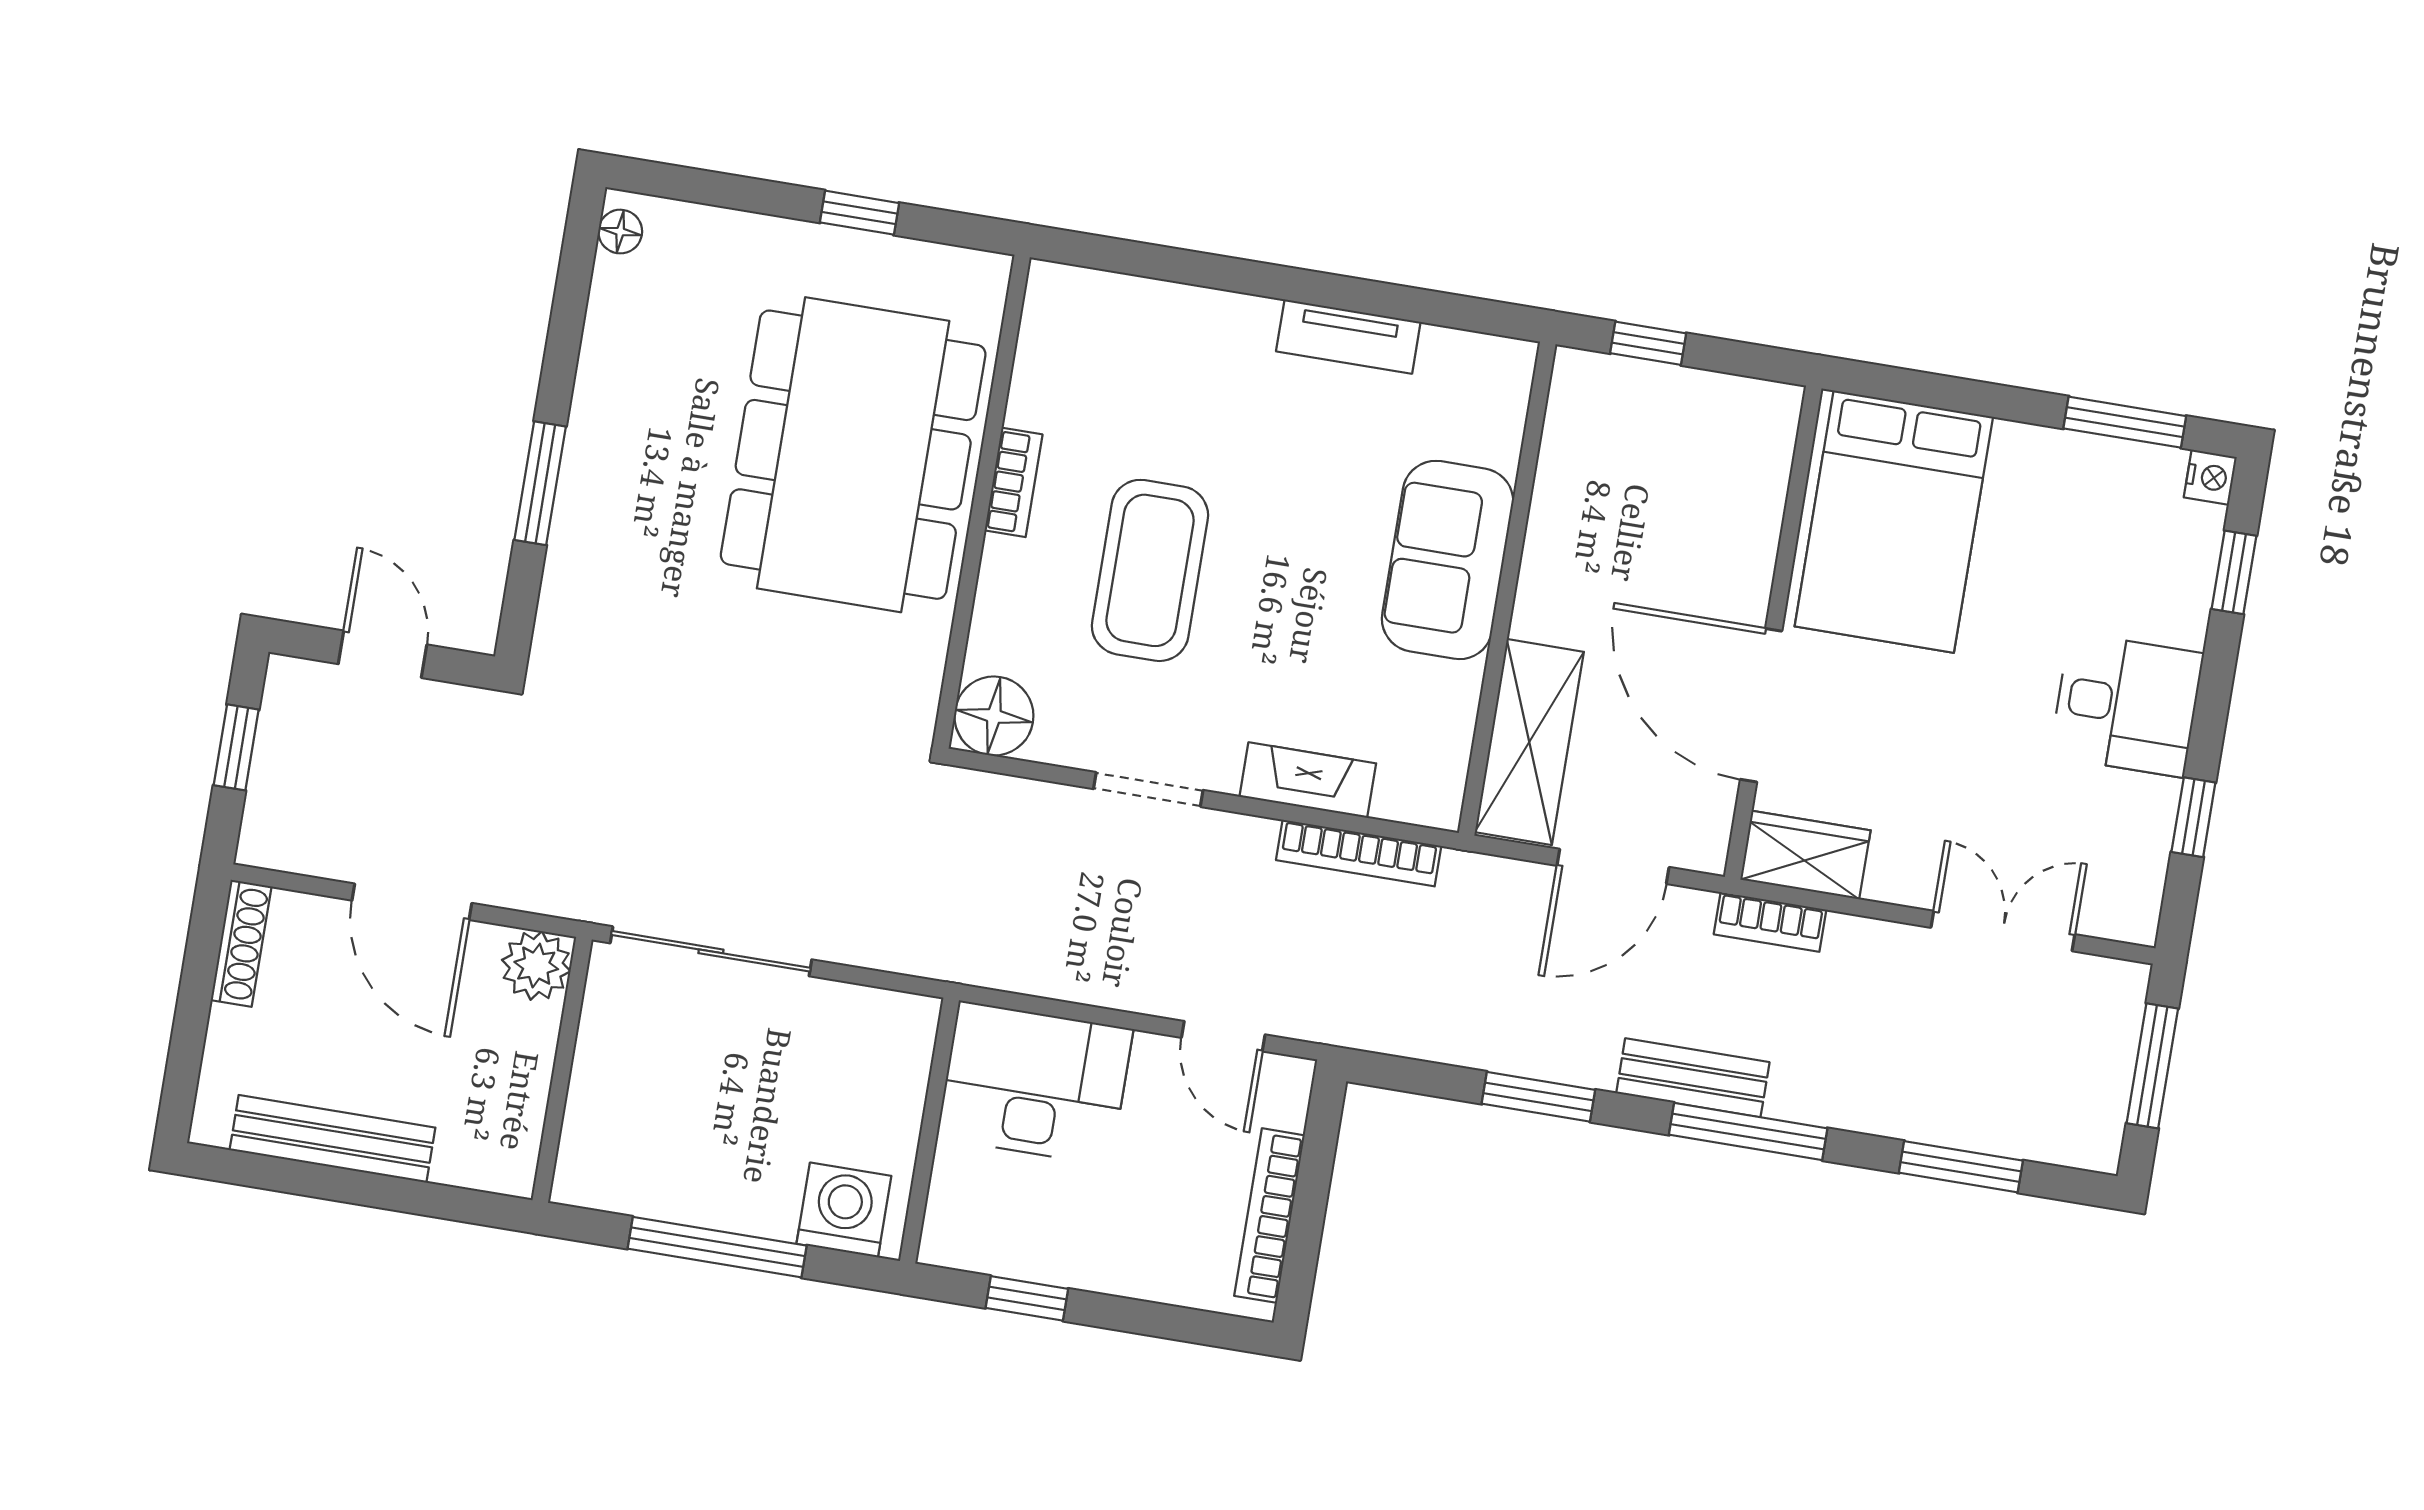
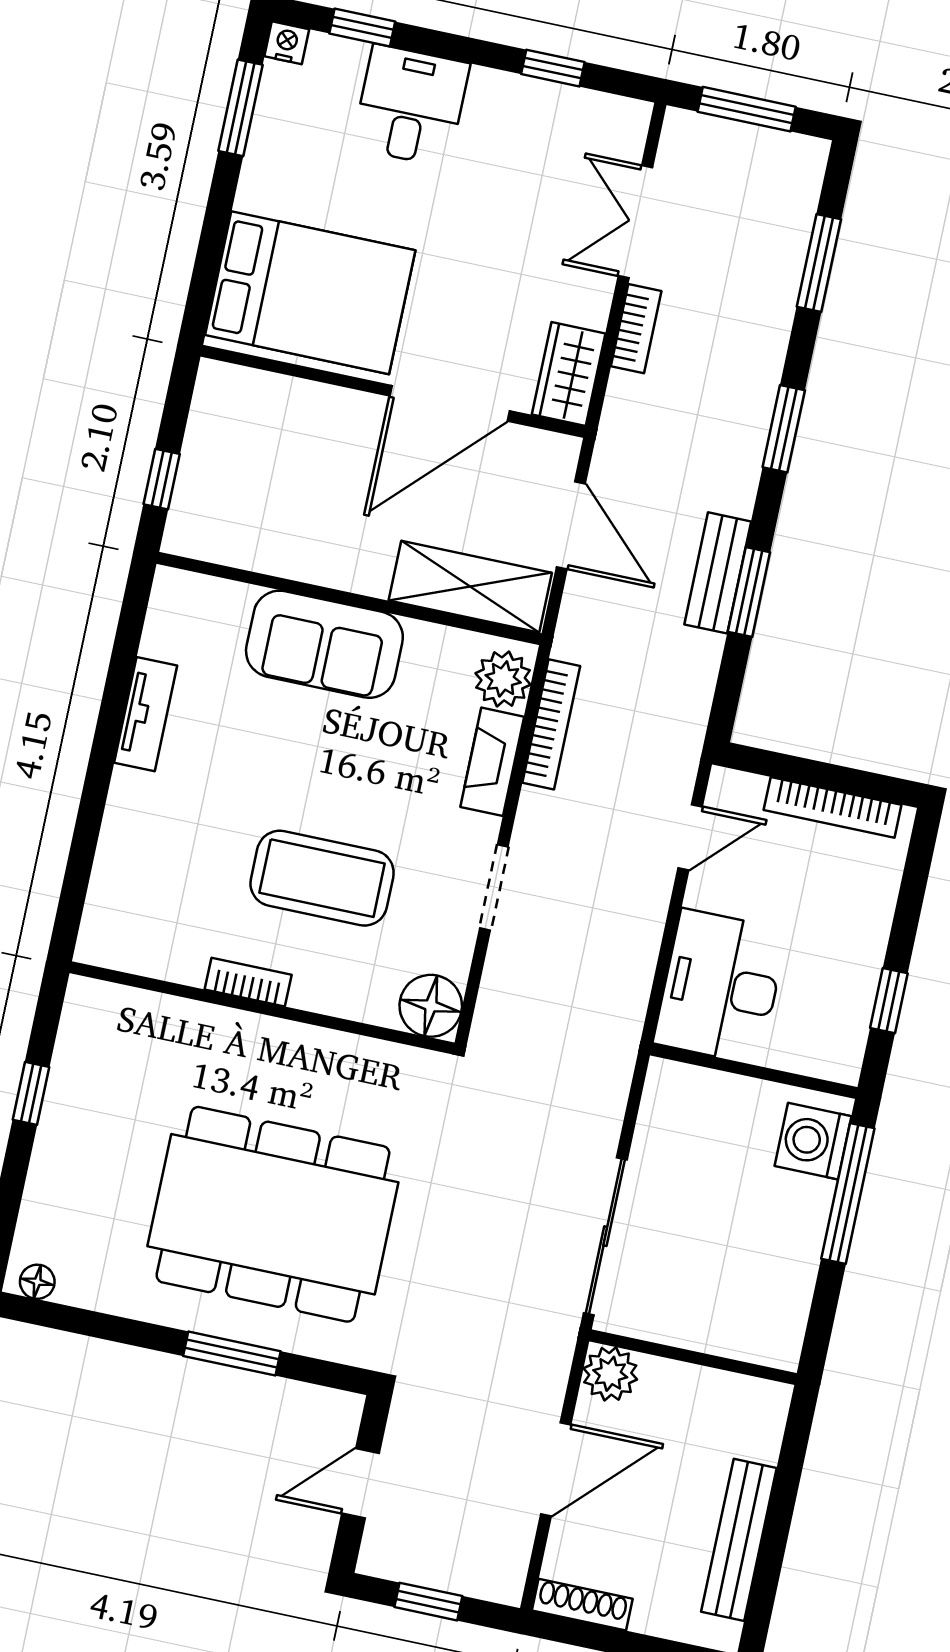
dining table: (853, 455) -> (273, 1214), moved
desk: (2127, 705) -> (411, 106), moved
plant: (1414, 789) -> (503, 679), added
bookcase: (1770, 922) -> (636, 329), moved
bench: (1693, 1078) -> (718, 573), moved
window: (1748, 1131) -> (784, 429), width x0.69
window: (717, 1247) -> (848, 1193), moved

